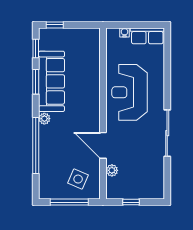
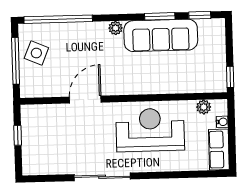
window: (55, 25) -> (230, 77), moved
window: (36, 145) -> (58, 19), moved
plant: (112, 170) -> (204, 107), moved
side table: (78, 179) -> (36, 53), moved

